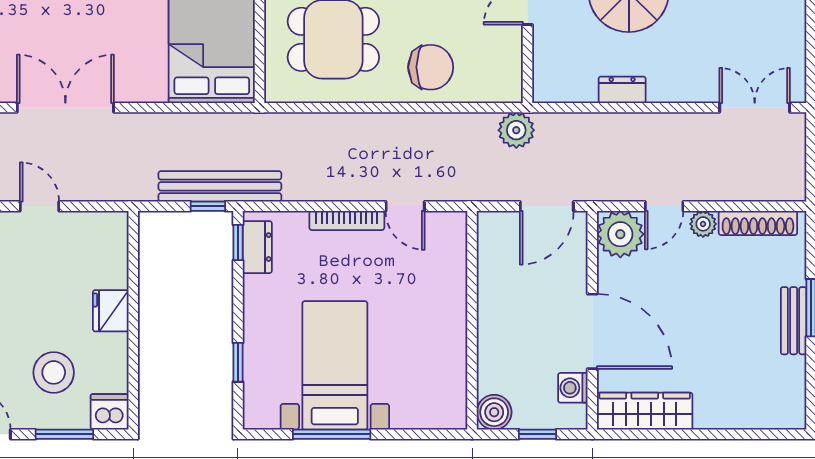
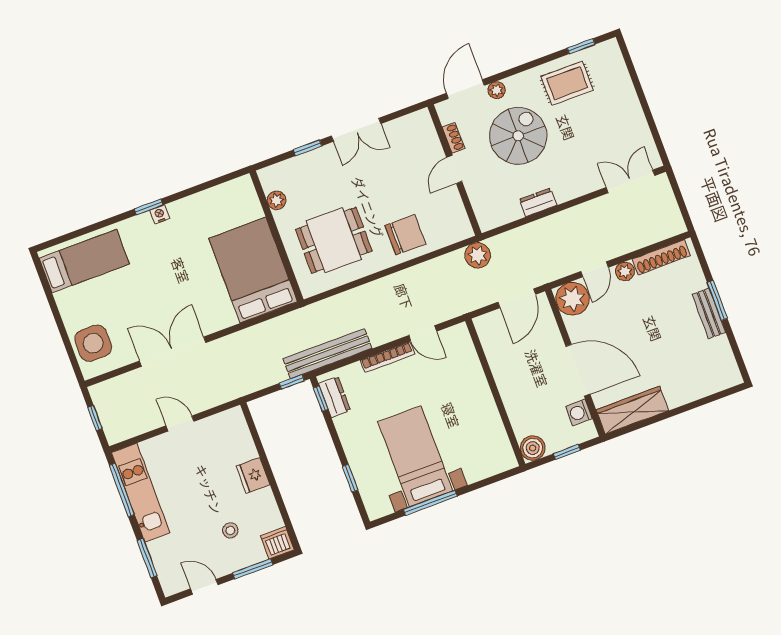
bench: (220, 186) -> (328, 354), moved
stool: (54, 372) -> (230, 530), width x0.53, depth x0.53

